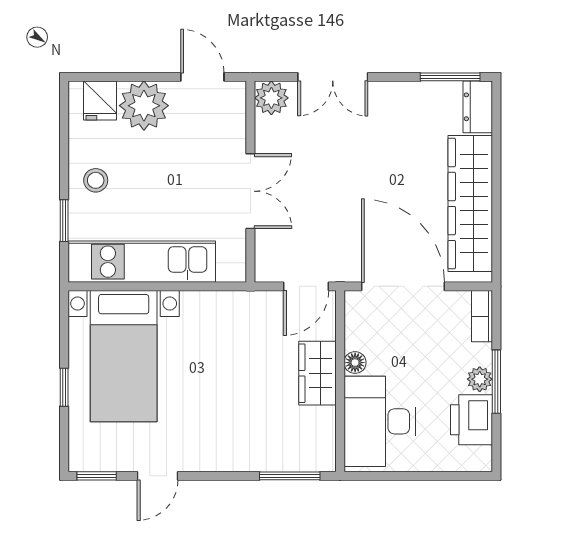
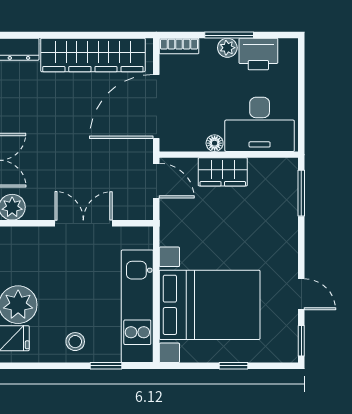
bed with nightstands: (124, 356) -> (210, 305), width x1.36

